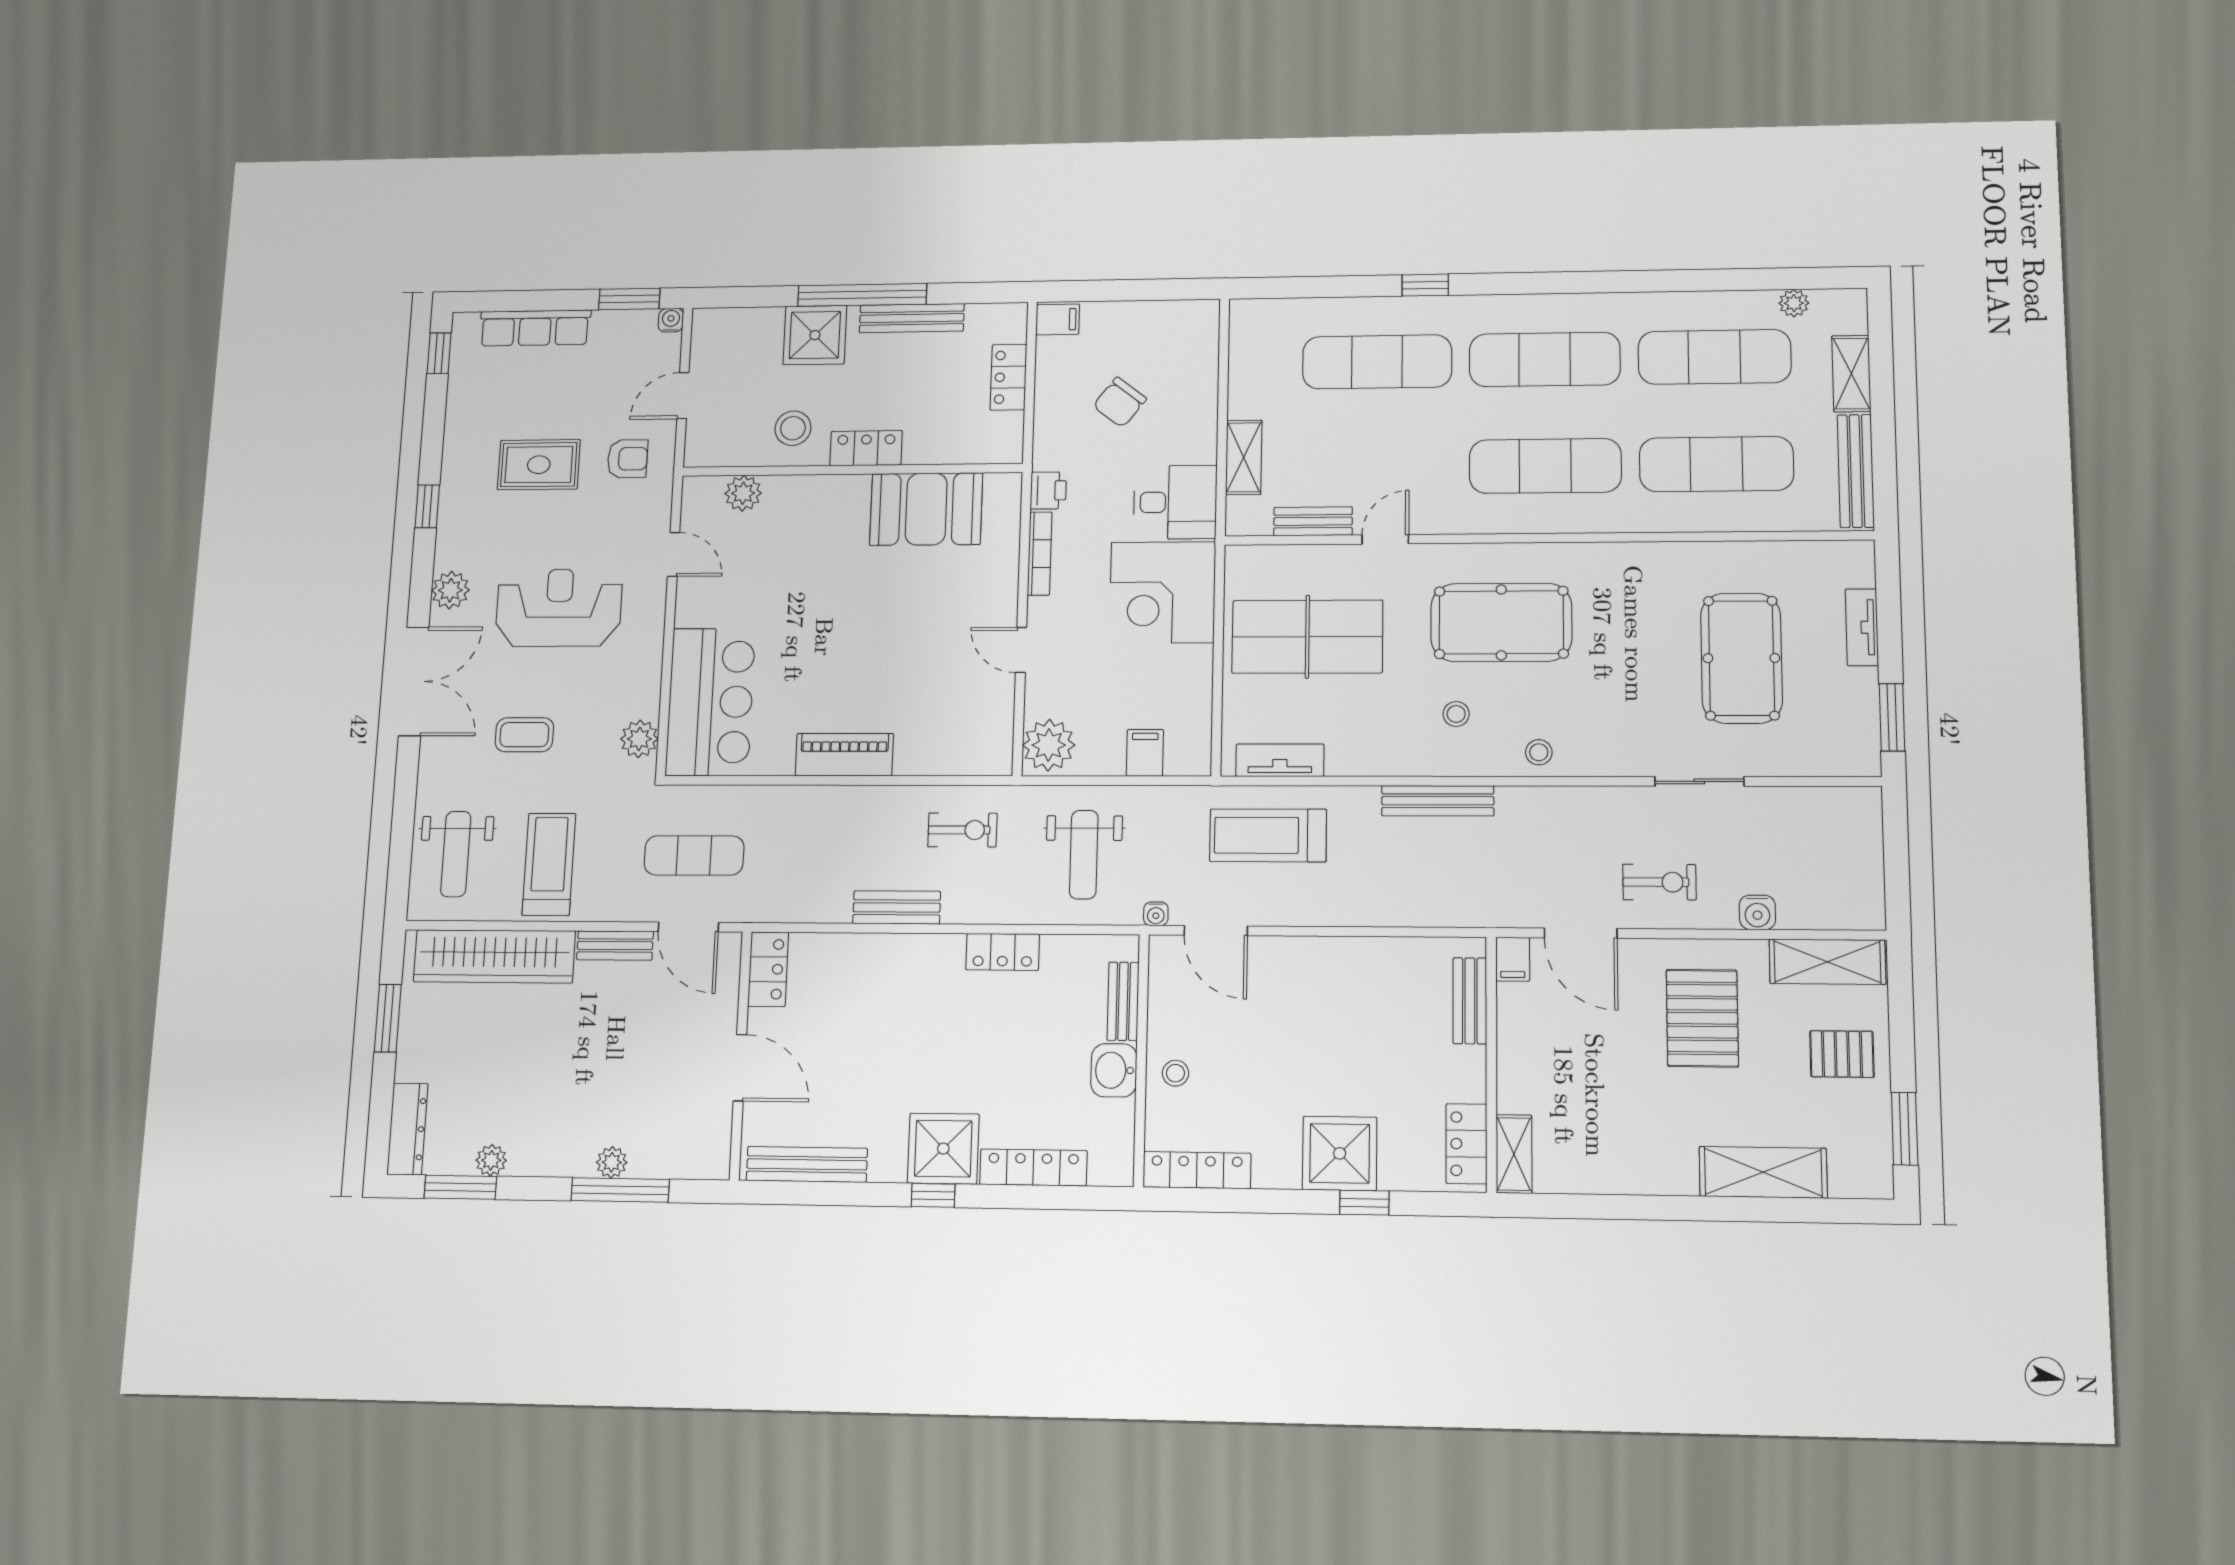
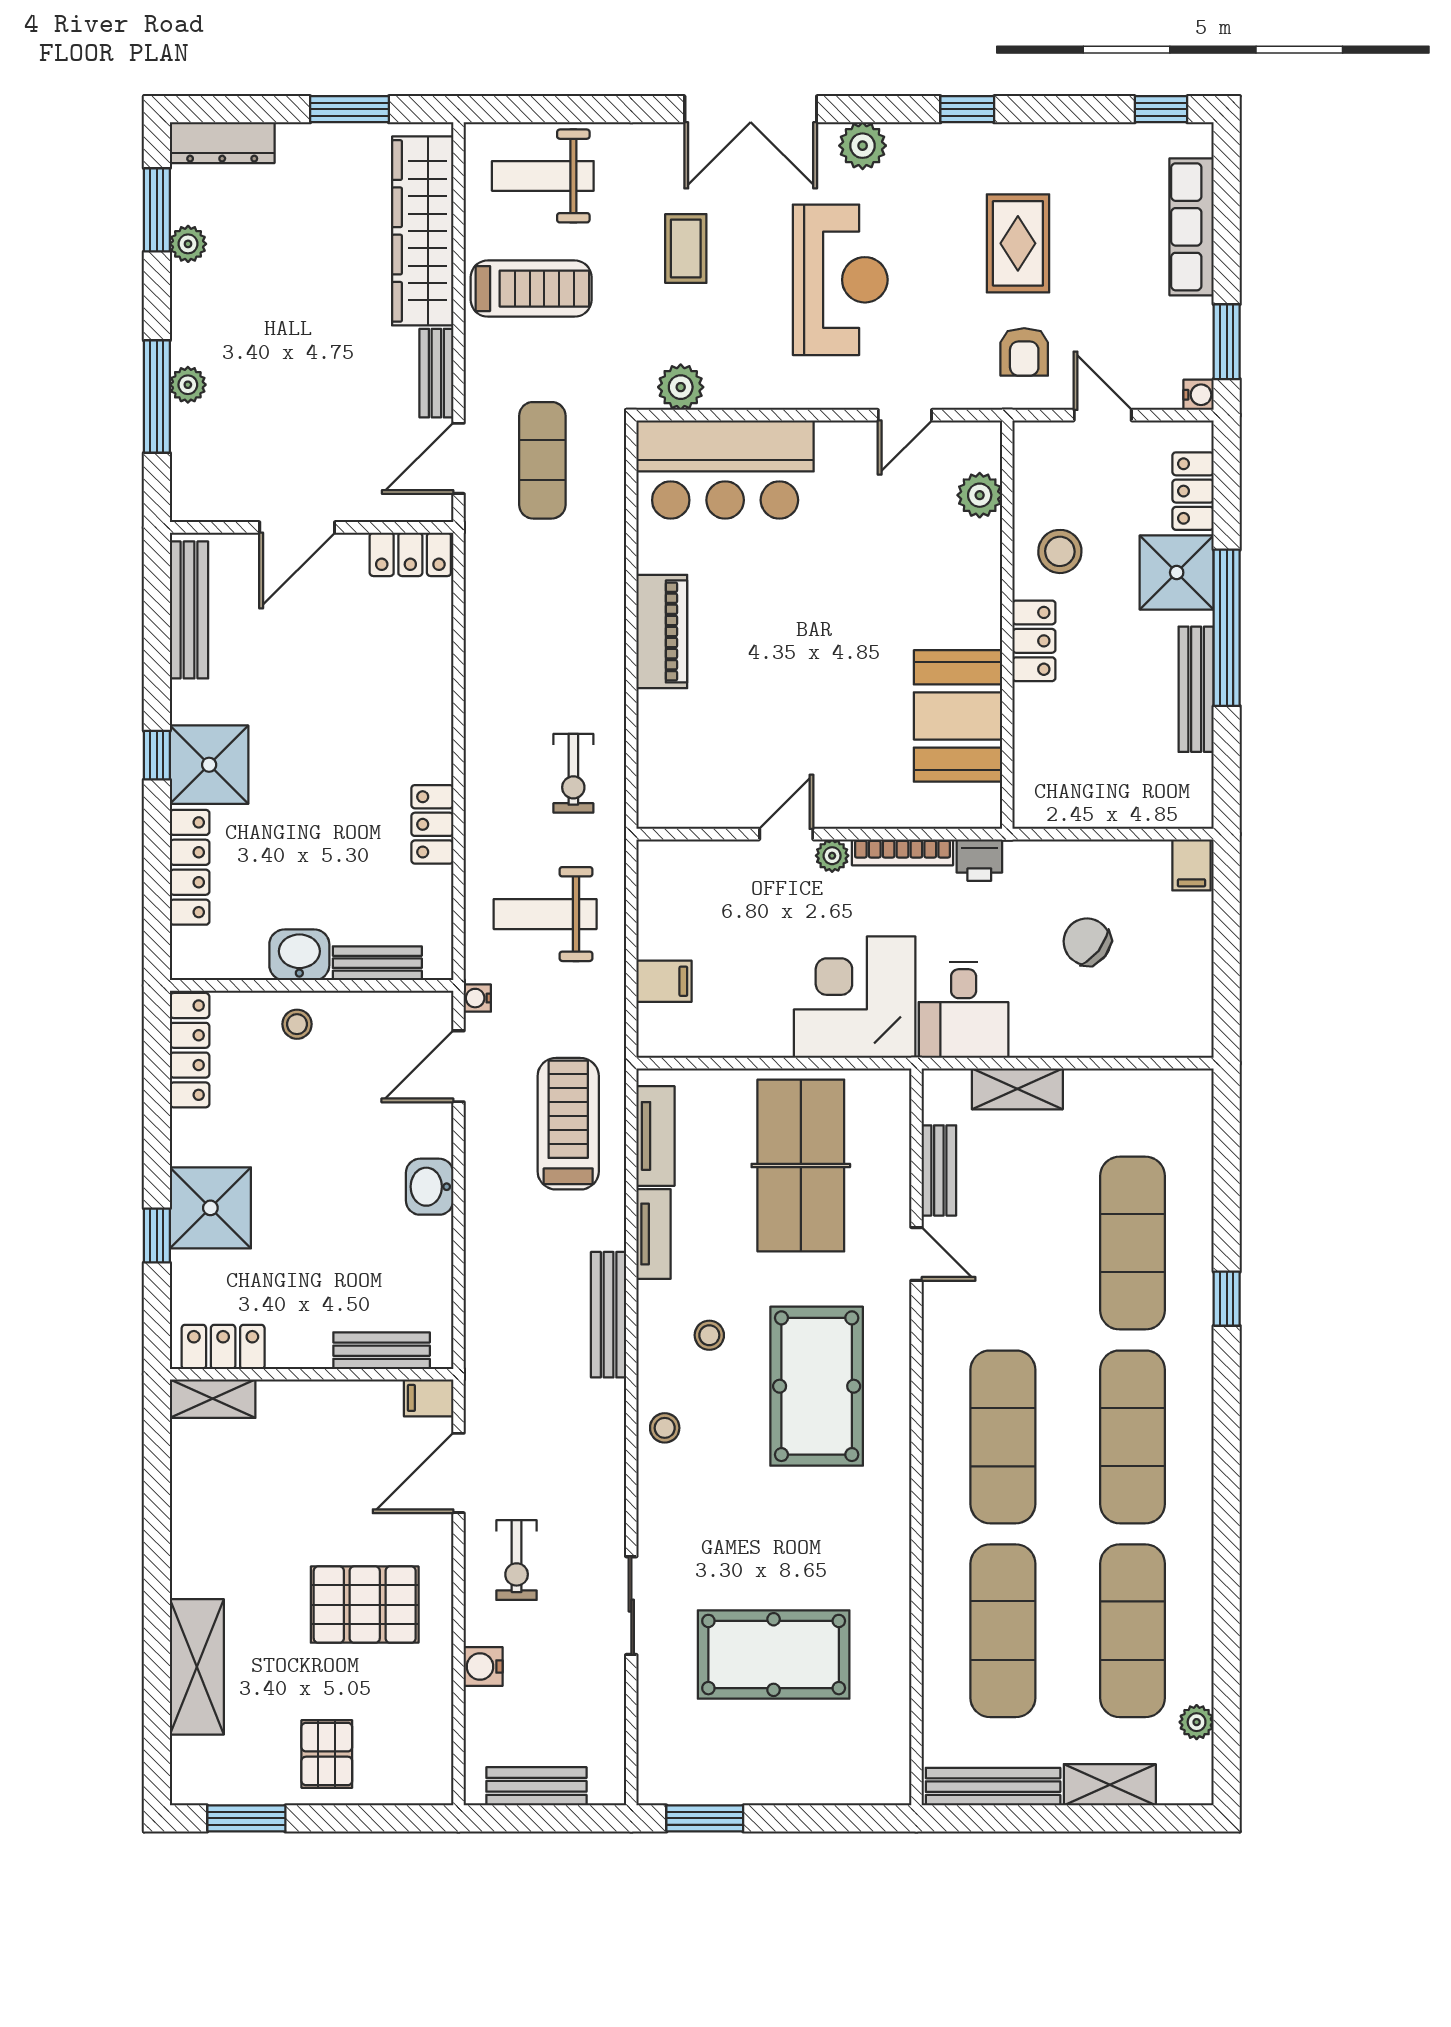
locker: (1008, 377) -> (1193, 491), moved, turned -90
tv unit: (1862, 627) -> (654, 1234), moved, turned 90
plant: (1049, 745) -> (832, 856), moved, width x0.53, depth x0.53
bench: (897, 907) -> (536, 1786), moved, turned 90
washbasin: (1322, 957) -> (430, 1187), added
shelving: (1827, 962) -> (428, 1741), removed

